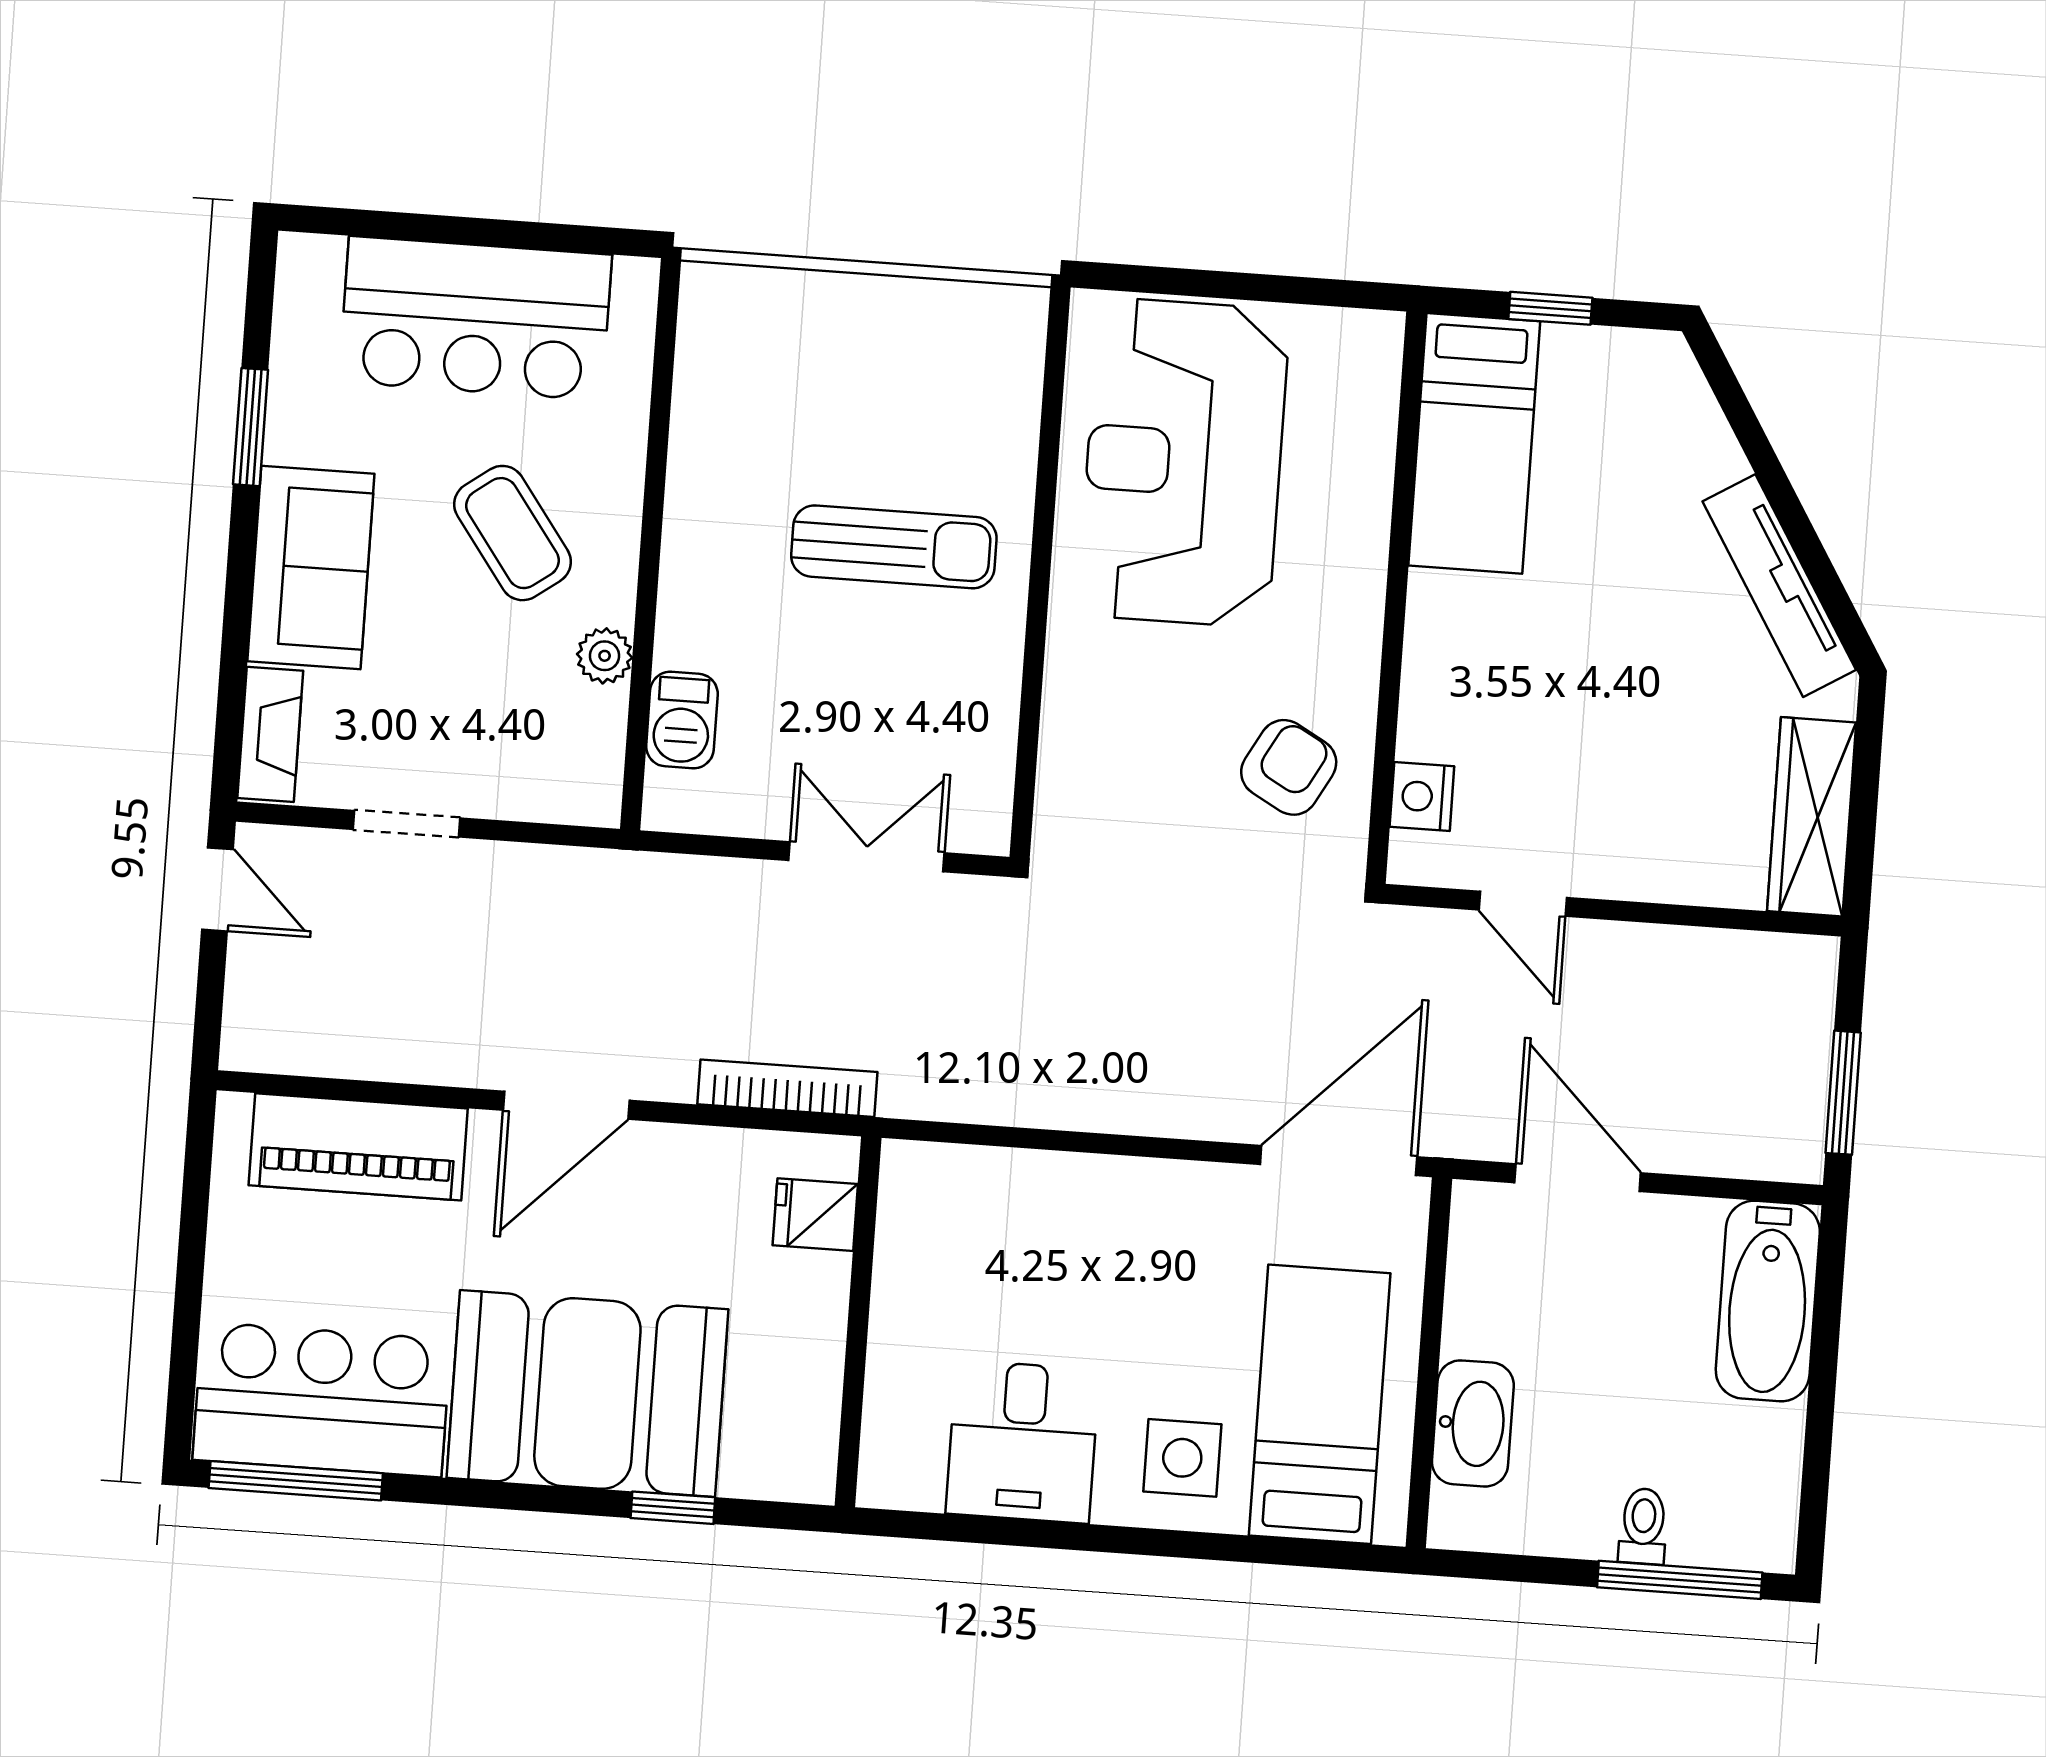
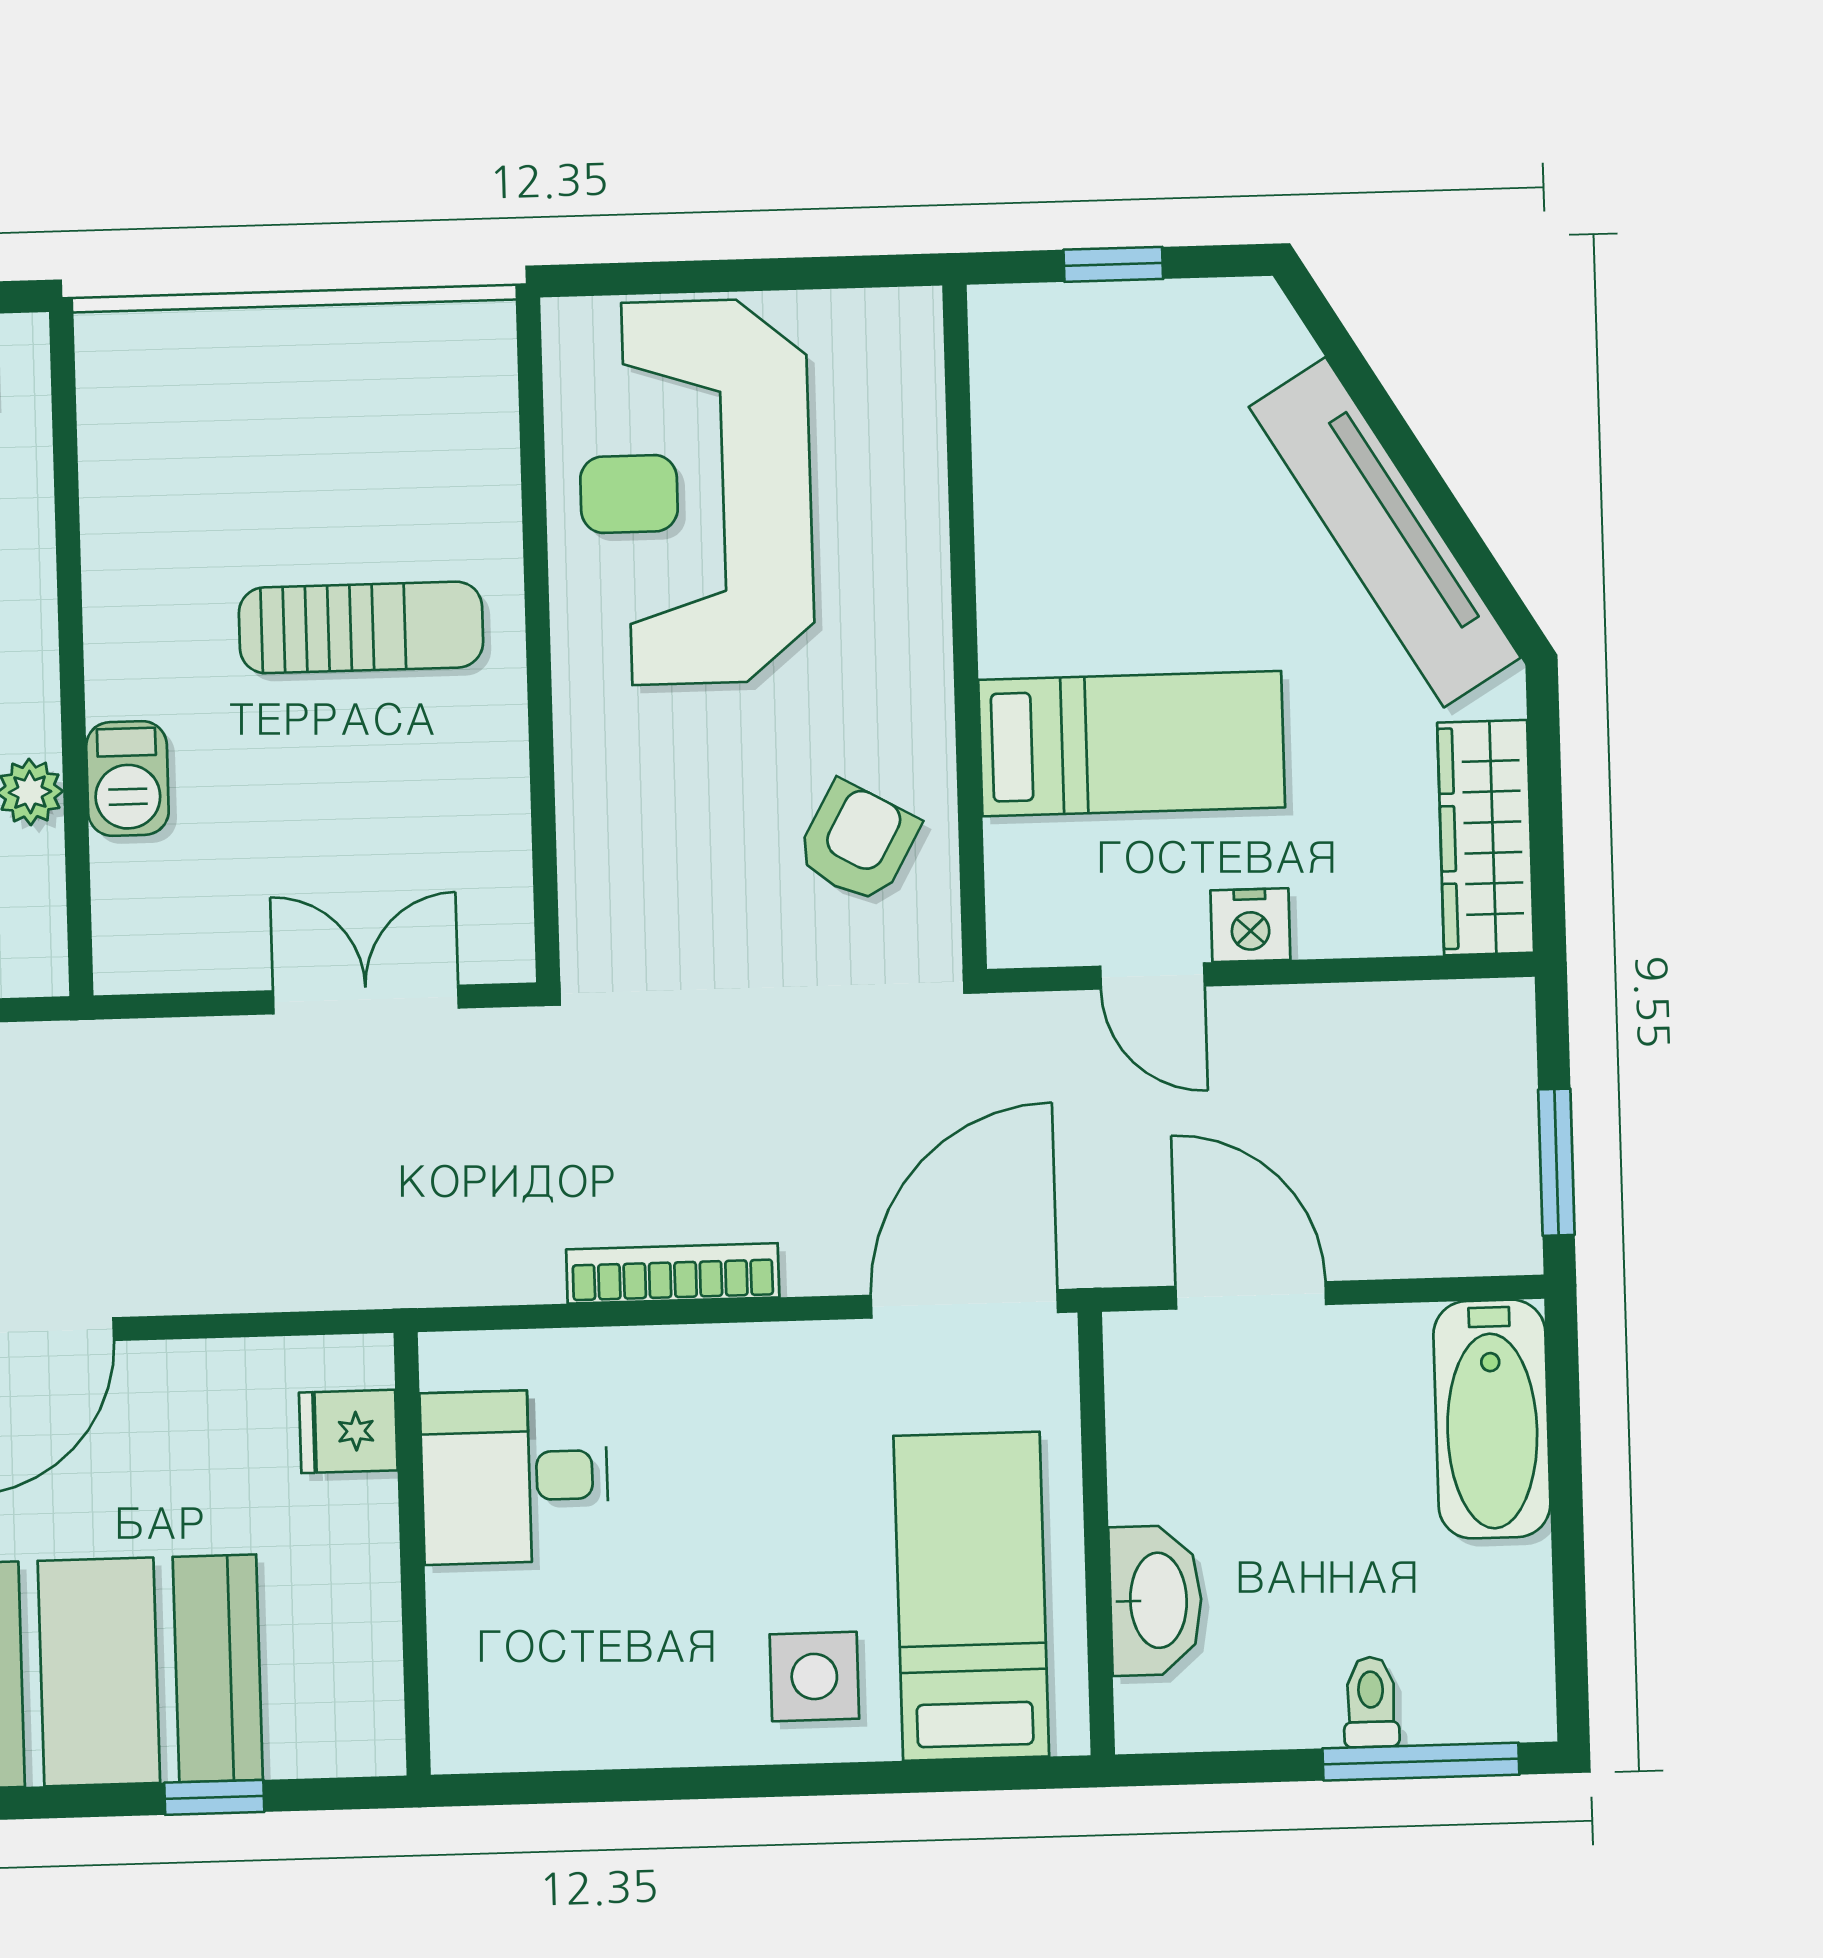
bed: (1474, 443) -> (1132, 744), moved, turned -90
tv unit: (1779, 586) -> (1385, 532), width x1.36, depth x1.29
barbecue: (682, 720) -> (127, 779), moved
nightstand: (1422, 796) -> (1250, 925), moved, turned -90
bookcase: (787, 1088) -> (673, 1273), moved
desk: (1023, 1442) -> (515, 1477), moved, turned 90

